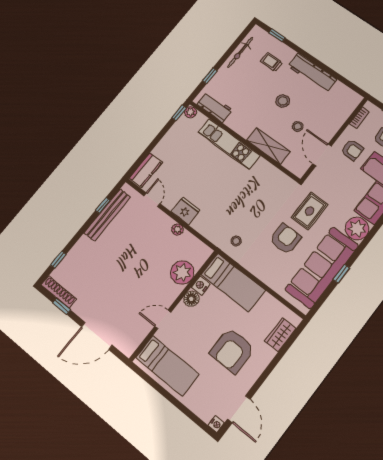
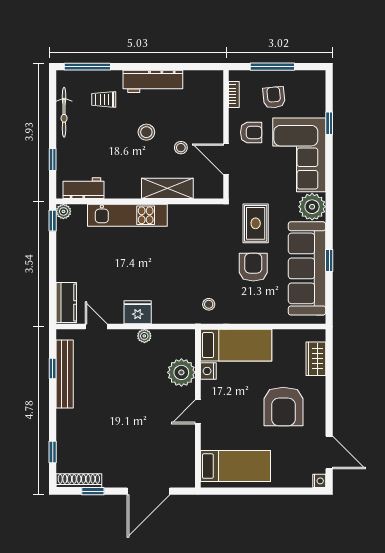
window: (277, 35) -> (87, 67), width x2.17
floor lamp: (191, 299) -> (209, 390), removed
door: (163, 319) -> (198, 412), moved

